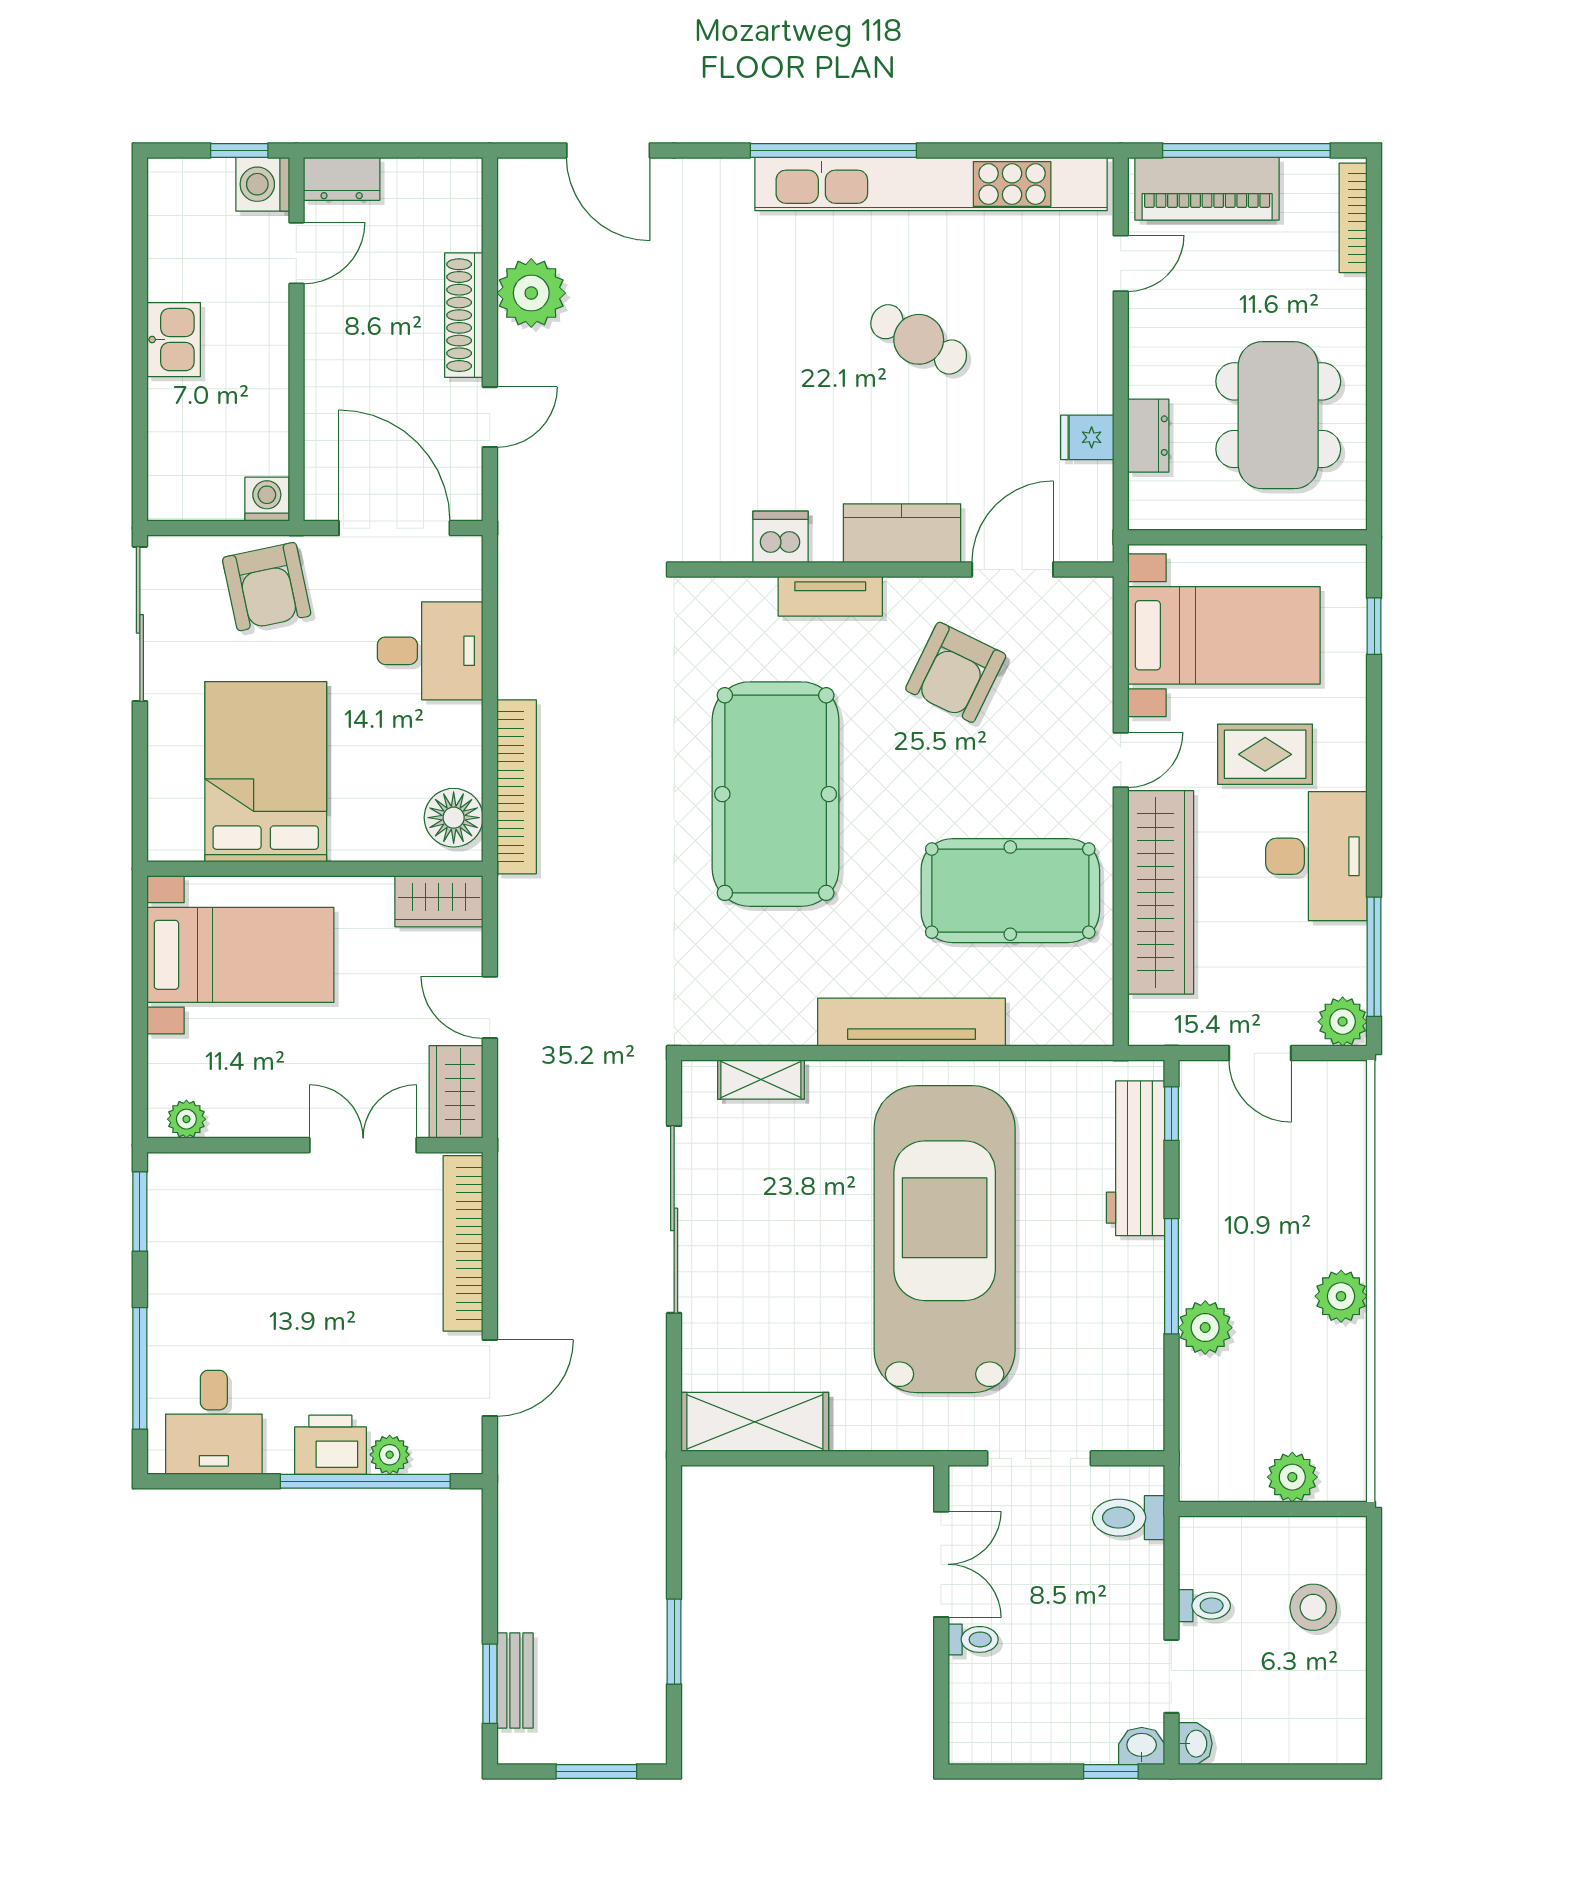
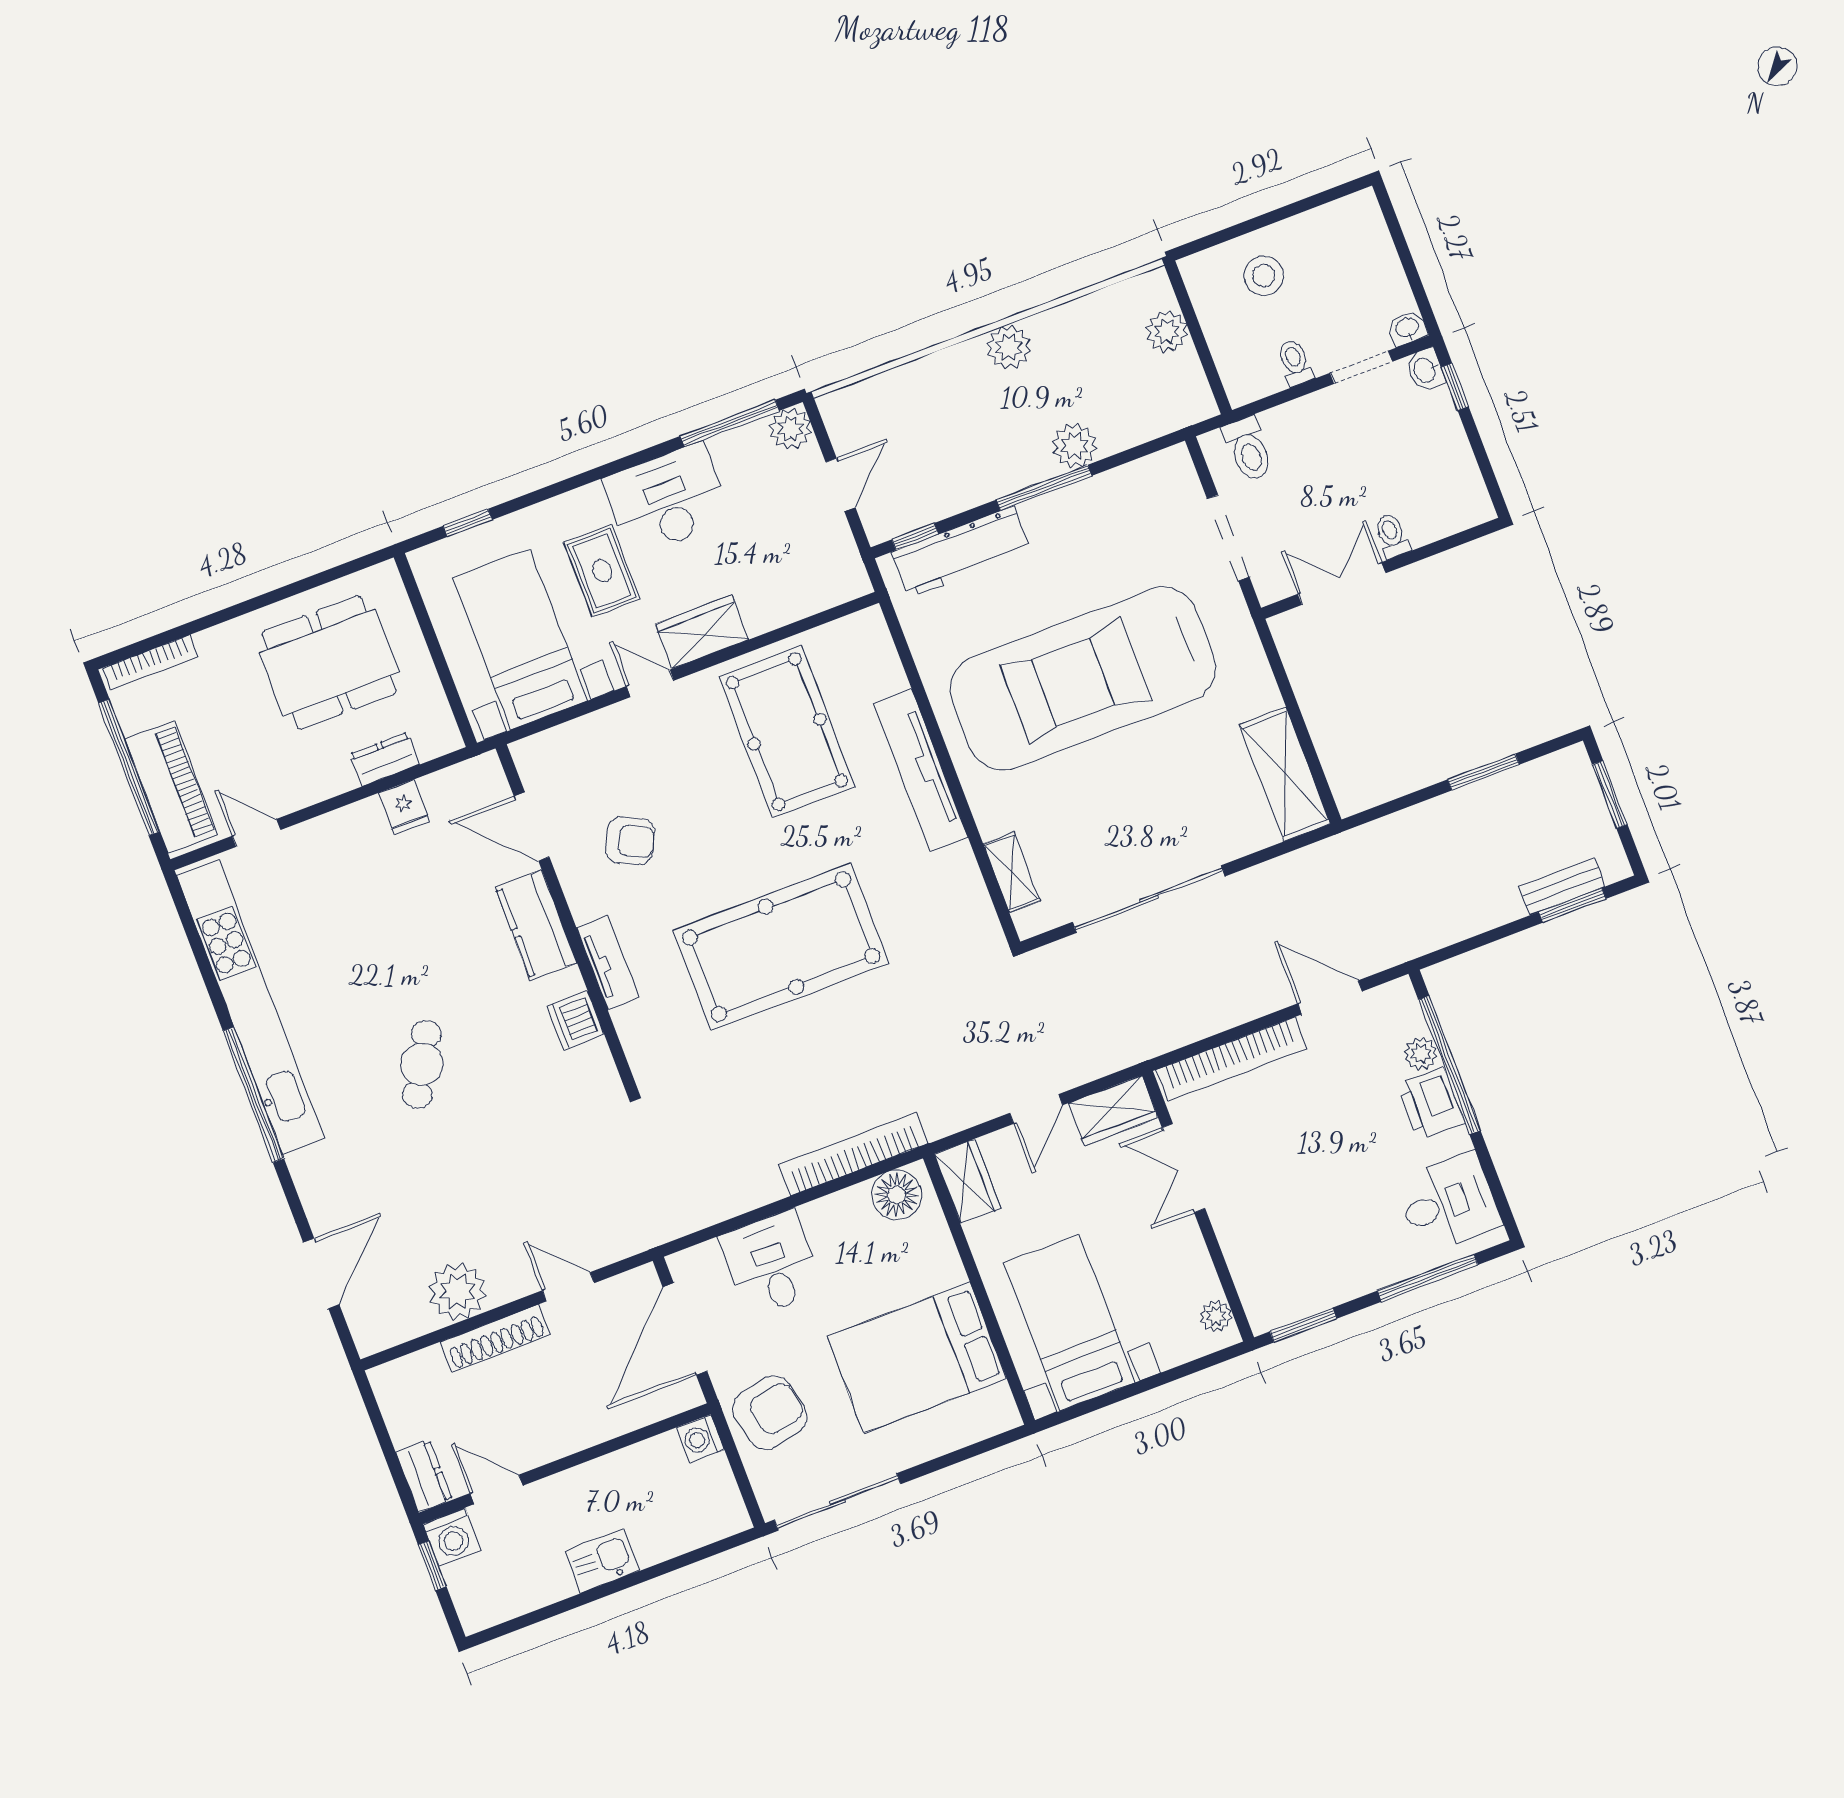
cafe table: (919, 339) -> (422, 1064), moved
armchair: (956, 672) -> (630, 841), width x0.72, depth x0.72
wardrobe: (1161, 892) -> (702, 632), width x0.48, depth x0.85

